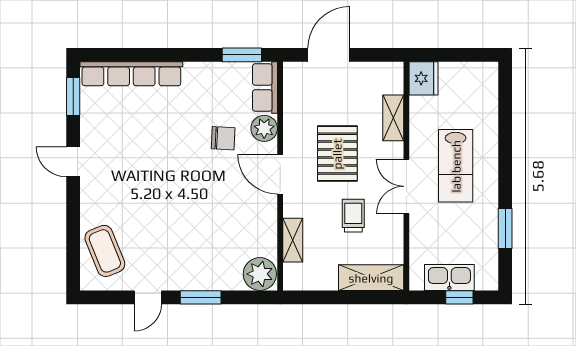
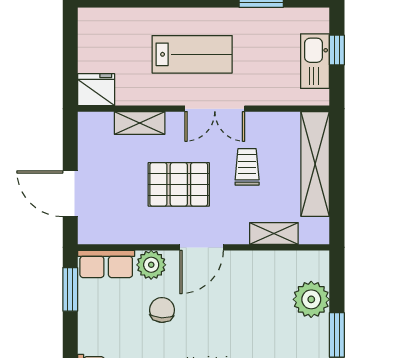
trolley: (353, 216) -> (247, 167), turned 90
plant: (260, 274) -> (311, 299), moved
shelving: (371, 278) -> (315, 164), width x1.47

